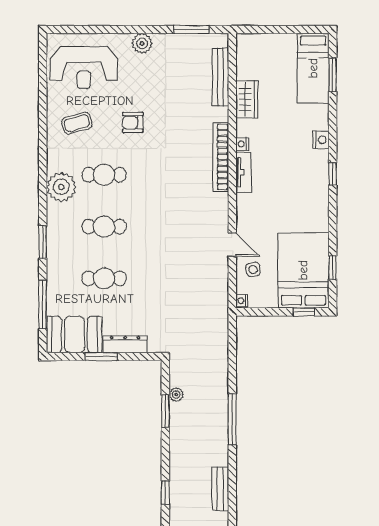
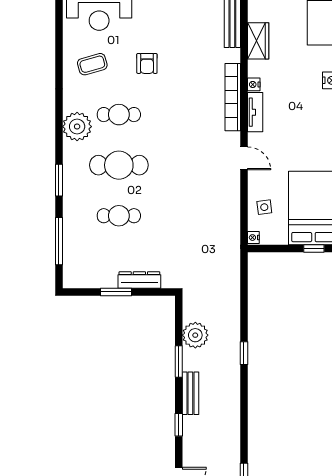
armchair: (133, 122) -> (147, 63), turned -90
cafe table: (104, 227) -> (119, 165), width x1.37, depth x1.35
door: (232, 245) -> (244, 158), moved
booth: (74, 334) -> (90, 270), removed
plant: (176, 395) -> (195, 335), width x1.87, depth x1.87
window: (165, 411) -> (179, 362), moved
window: (232, 419) -> (244, 353), width x0.46
bench: (220, 489) -> (190, 393), moved

